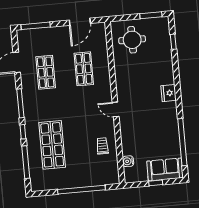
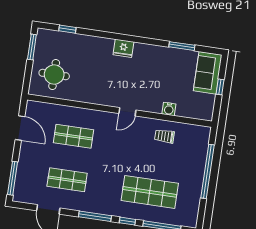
window: (182, 142) -> (182, 46), width x0.47
water cooler: (128, 161) -> (169, 109), moved

